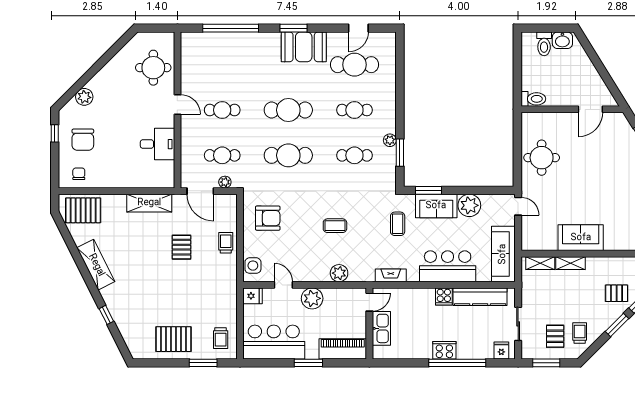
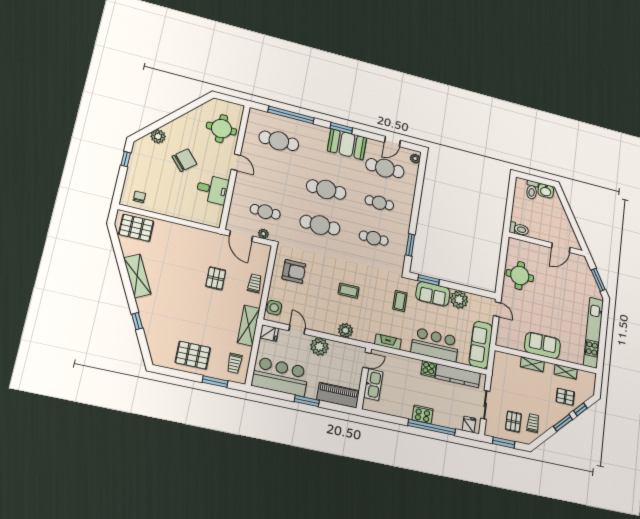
cafe table: (222, 110) -> (279, 141), moved, width x1.37, depth x1.35
chair: (83, 140) -> (184, 160), moved, turned -131
plant: (390, 140) -> (415, 159), moved
shelving: (149, 203) -> (249, 326), moved, turned 90
shelving: (540, 263) -> (566, 372), moved

